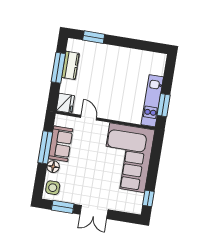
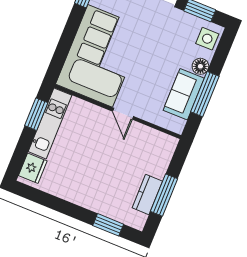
fridge: (65, 103) -> (33, 168), moved, turned 180
door: (89, 118) -> (123, 114), moved

